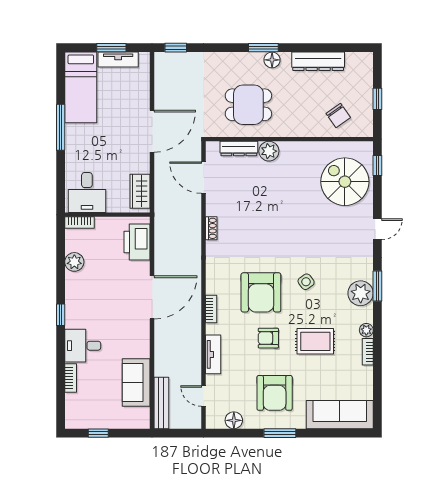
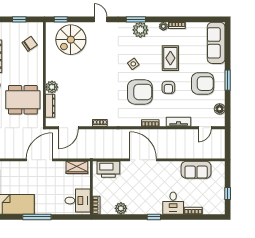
dining table: (248, 105) -> (23, 100), width x1.38
door: (152, 131) -> (39, 160), hinge flipped
bench: (161, 403) -> (209, 154), removed

